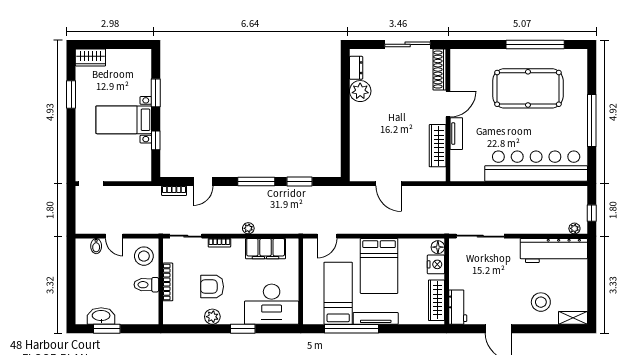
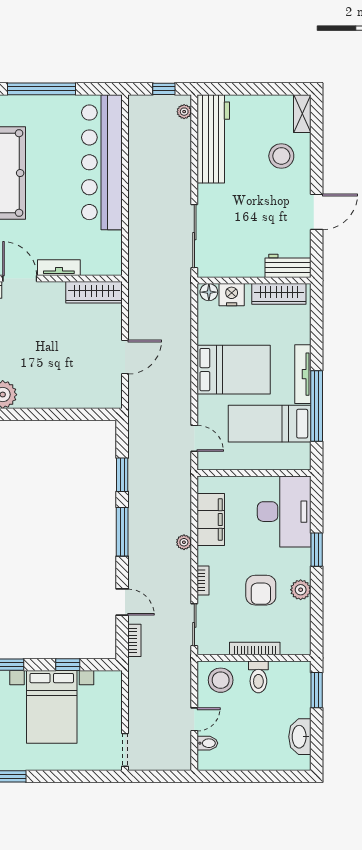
bed with nightstands: (124, 120) -> (52, 707), width x1.36
wardrobe: (438, 146) -> (94, 292), moved
window: (107, 329) -> (317, 690), moved

